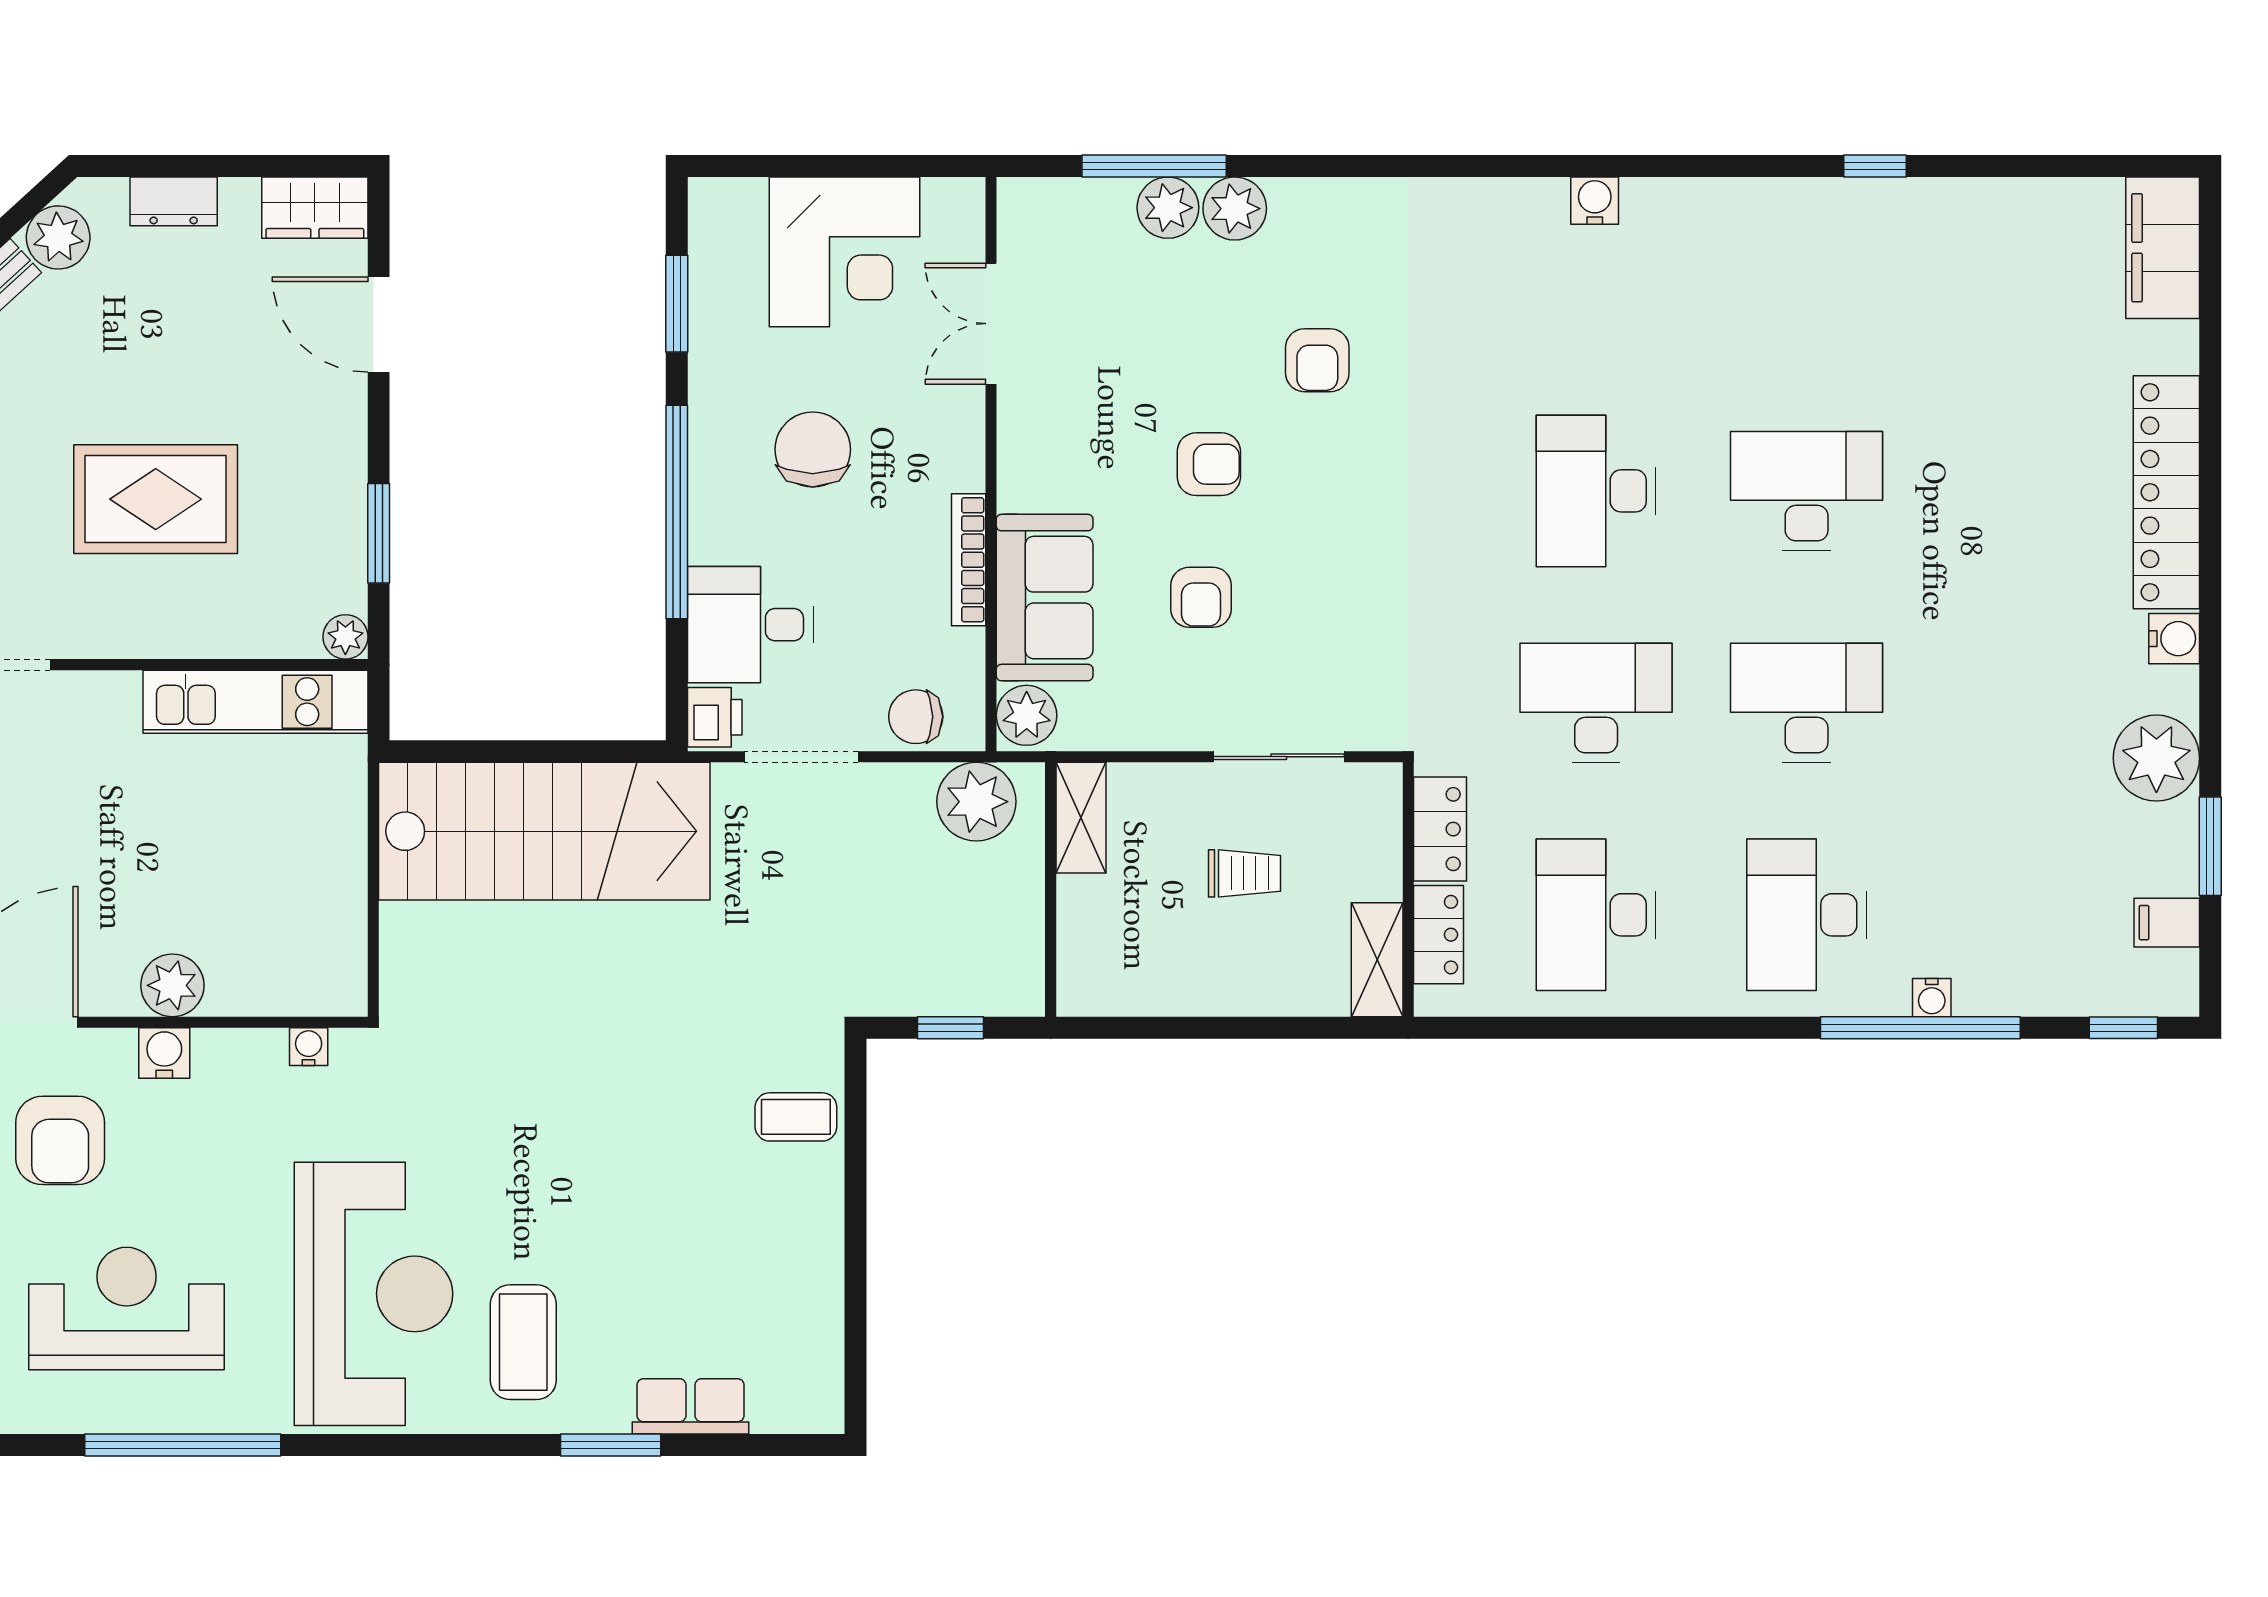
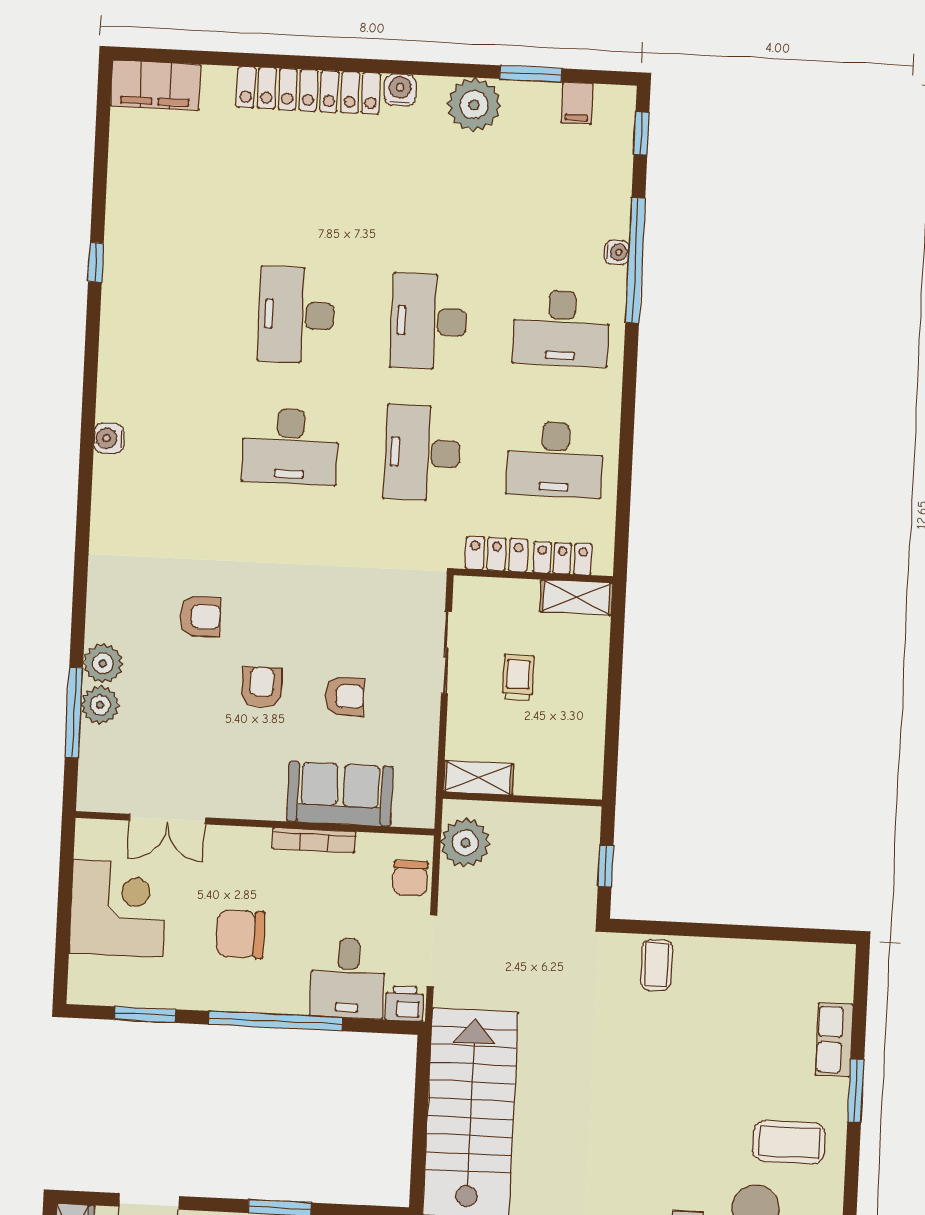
plant: (1027, 715) -> (413, 809), removed

